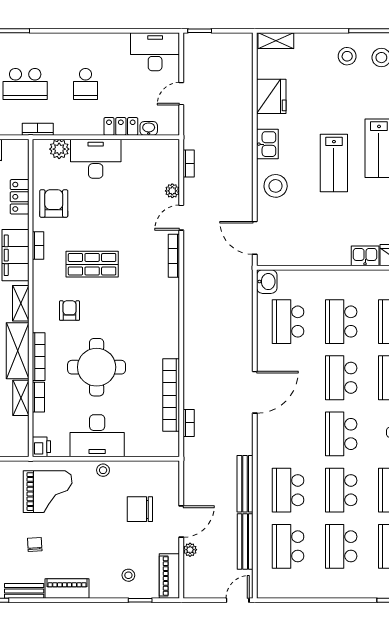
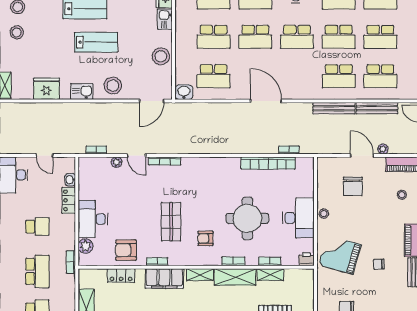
stool: (315, 250) -> (161, 56), added
bookcase: (39, 357) -> (233, 261), width x0.64
grand piano: (48, 492) -> (340, 255), turned -74

